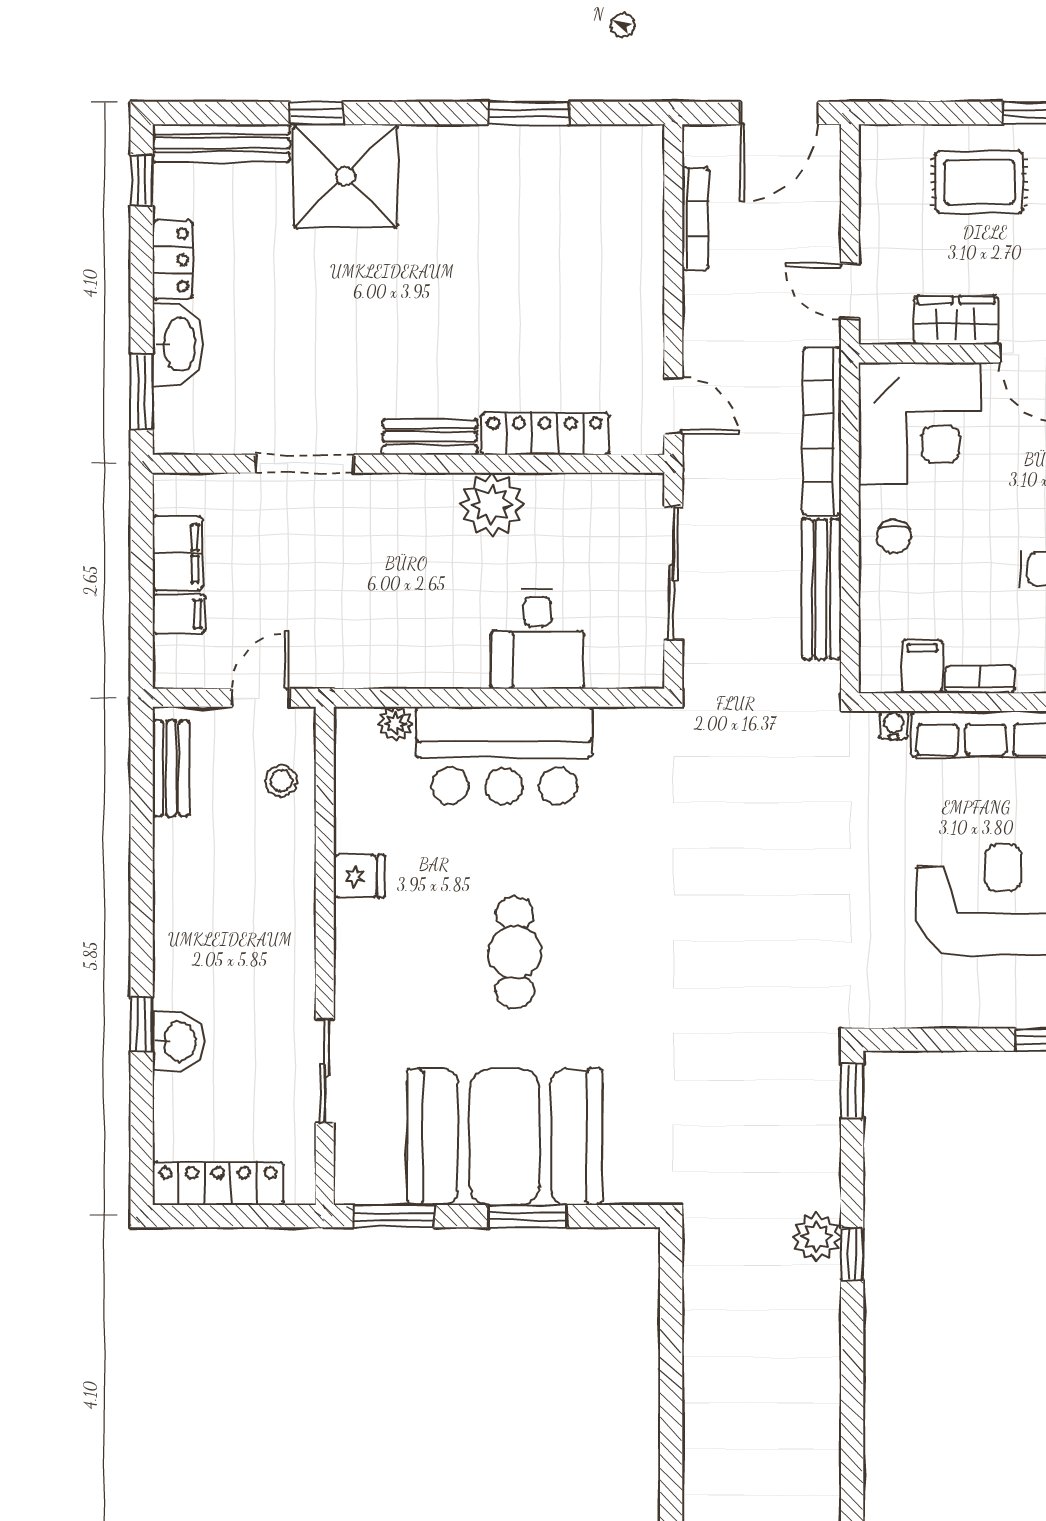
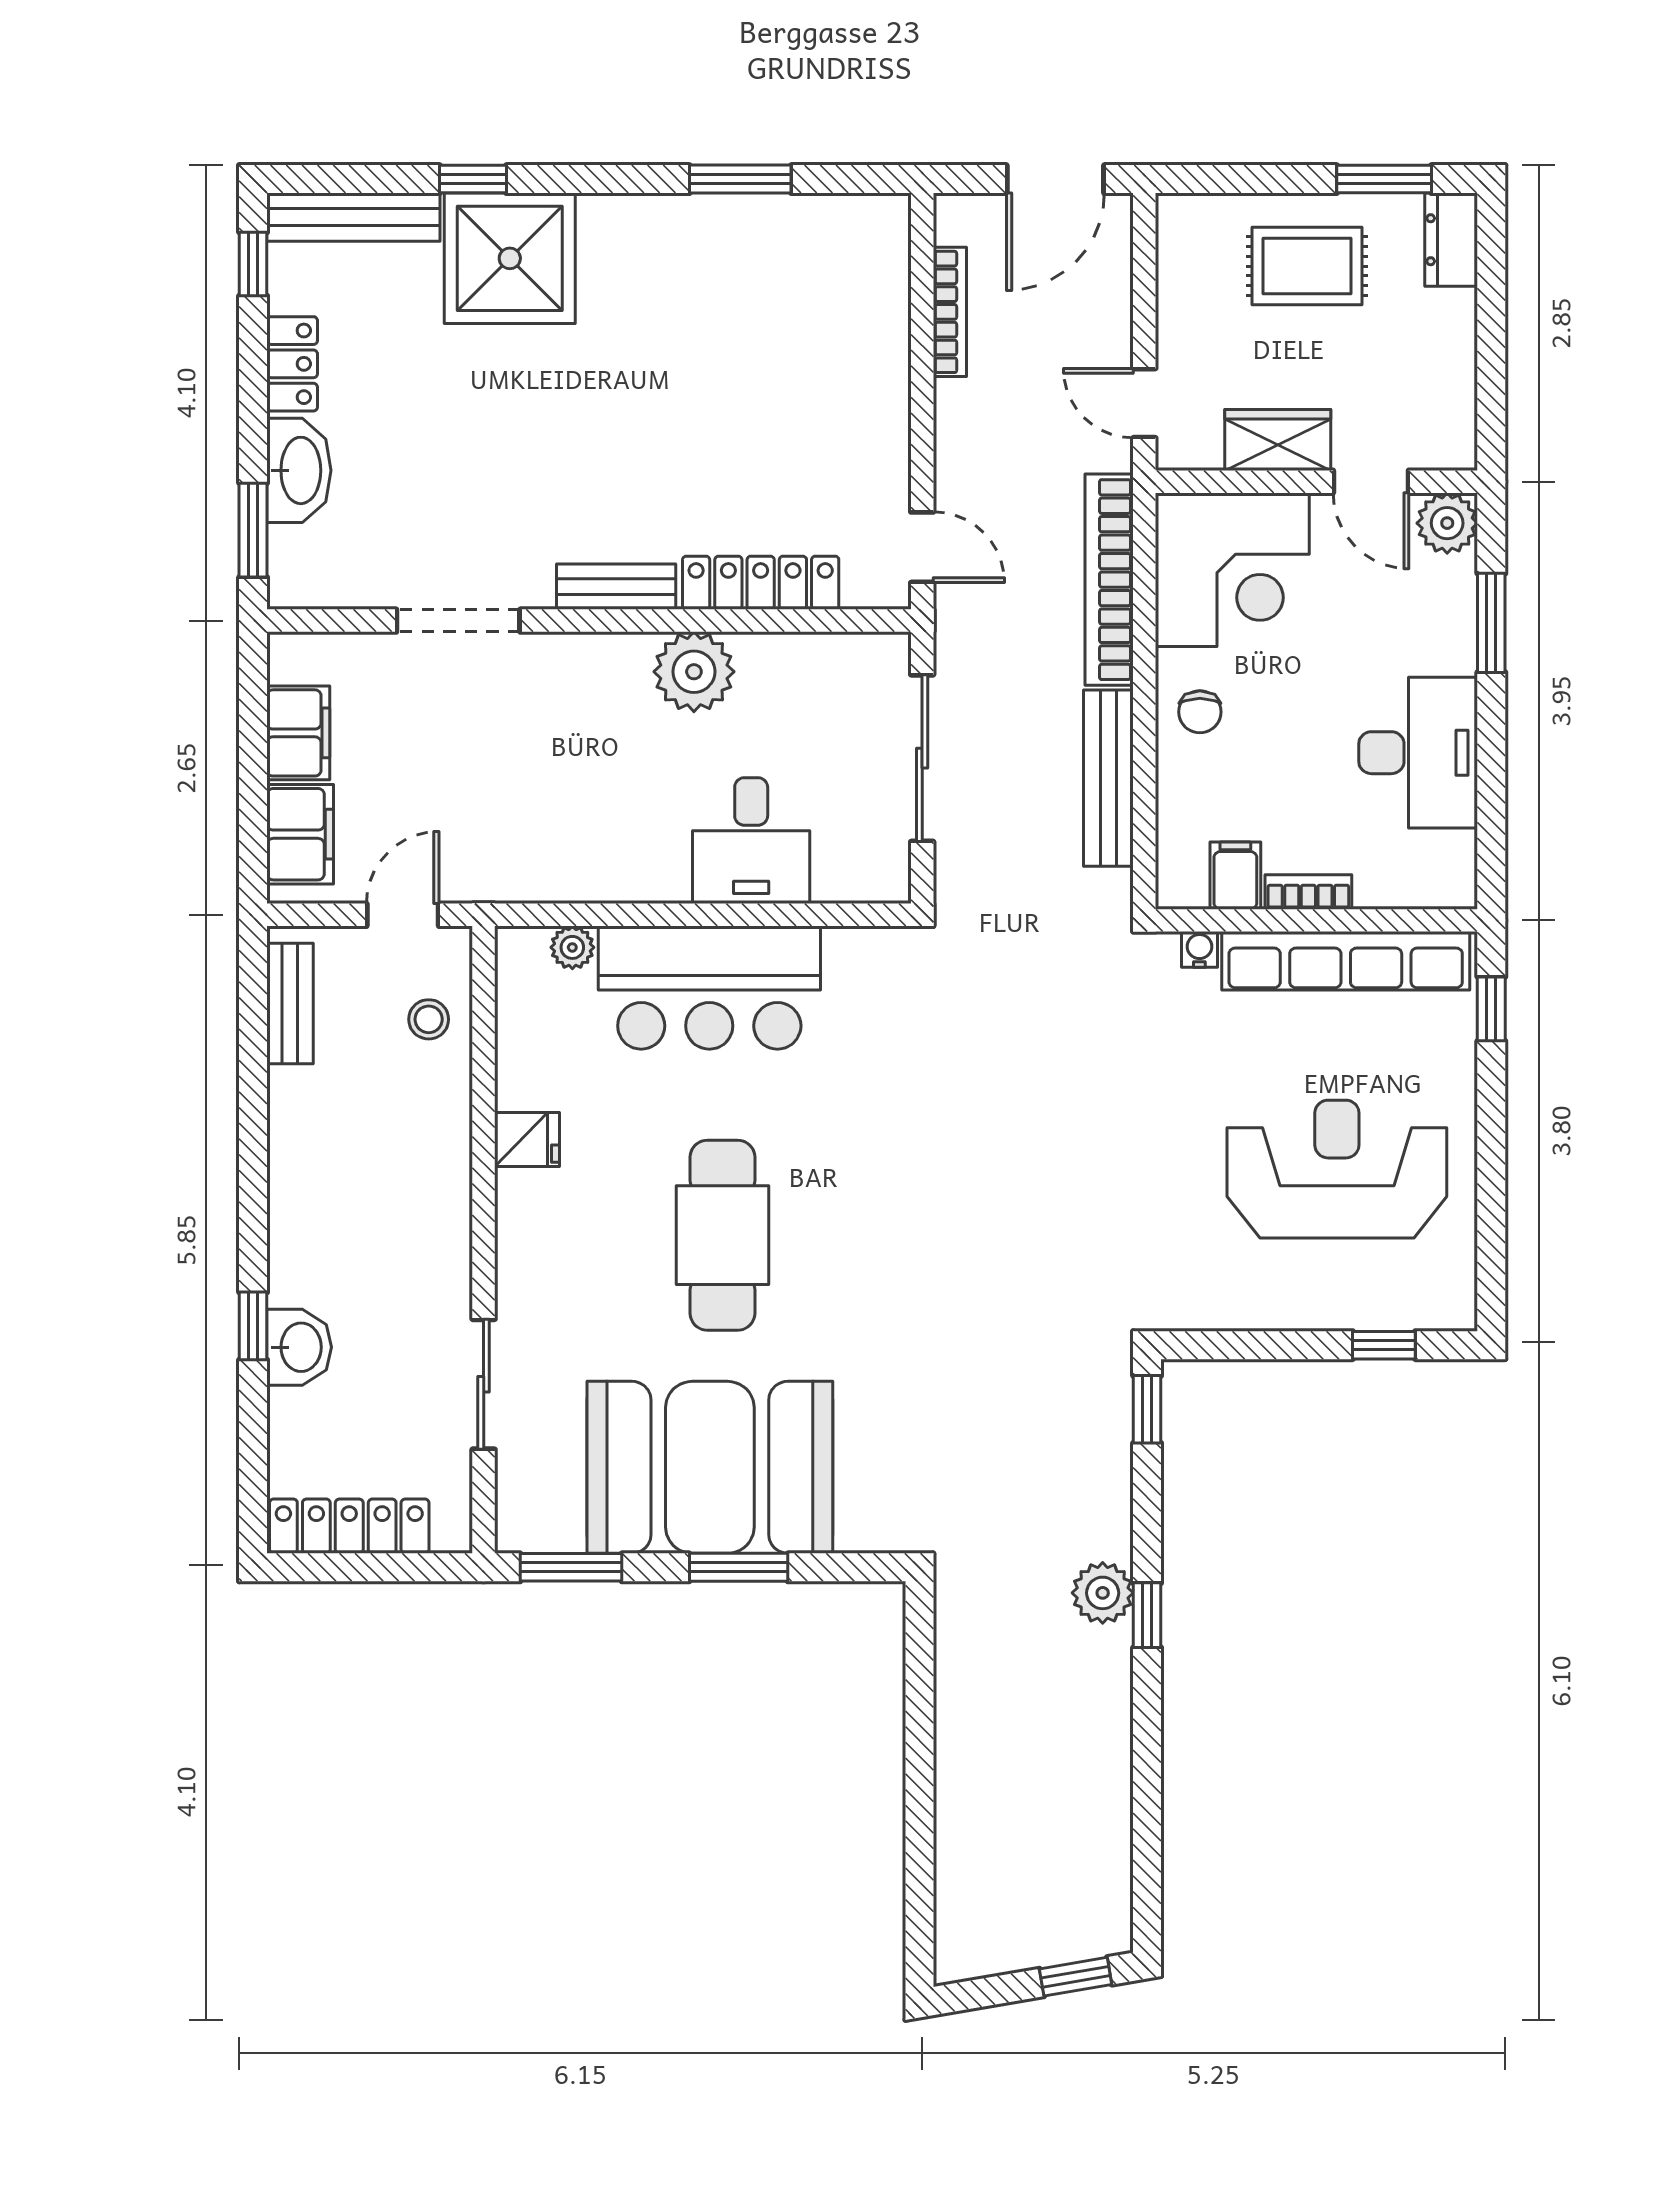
filing cabinet: (179, 614) -> (300, 834), width x2.00
cafe table: (515, 952) -> (722, 1235), width x1.37, depth x1.35

